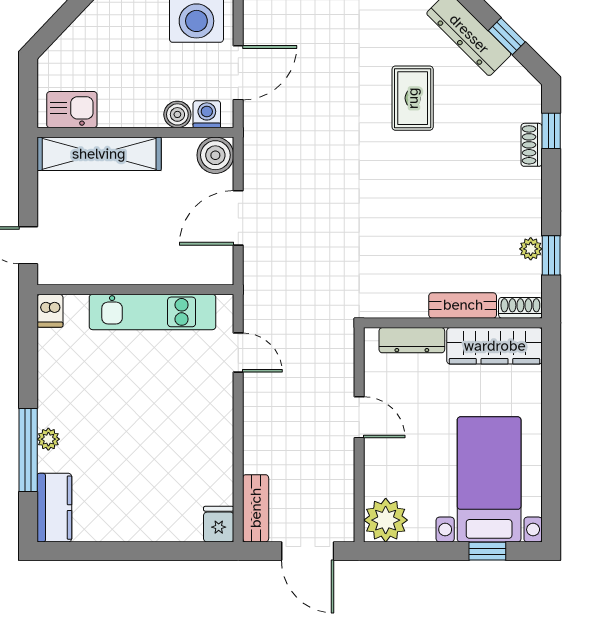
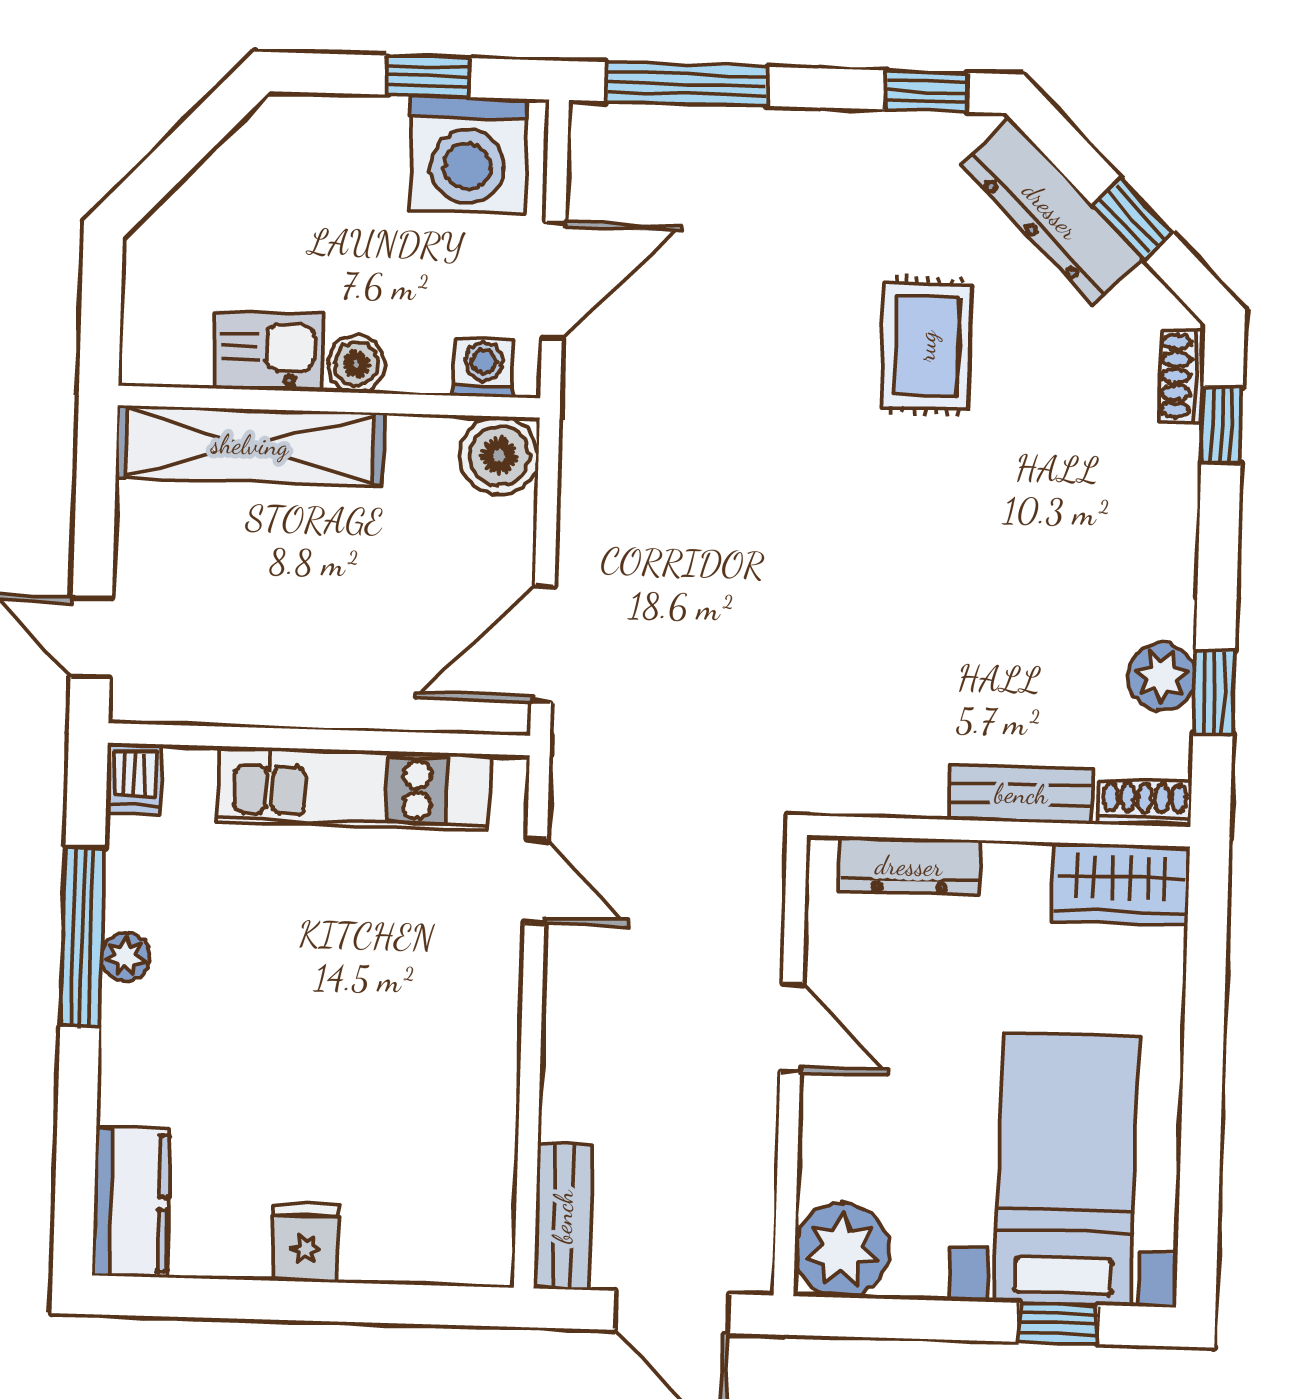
kitchen sink: (72, 110) -> (269, 351), moved
boiler: (177, 114) -> (356, 364), moved
shoe rack: (532, 145) -> (1181, 376), moved
door: (238, 218) -> (543, 644), moved
plant: (531, 249) -> (1161, 677), width x1.38, depth x1.38
wardrobe: (495, 346) -> (1121, 884), width x0.67
plant: (48, 439) -> (126, 957), moved
window: (28, 450) -> (82, 937), moved
fridge: (219, 524) -> (306, 1243), moved

